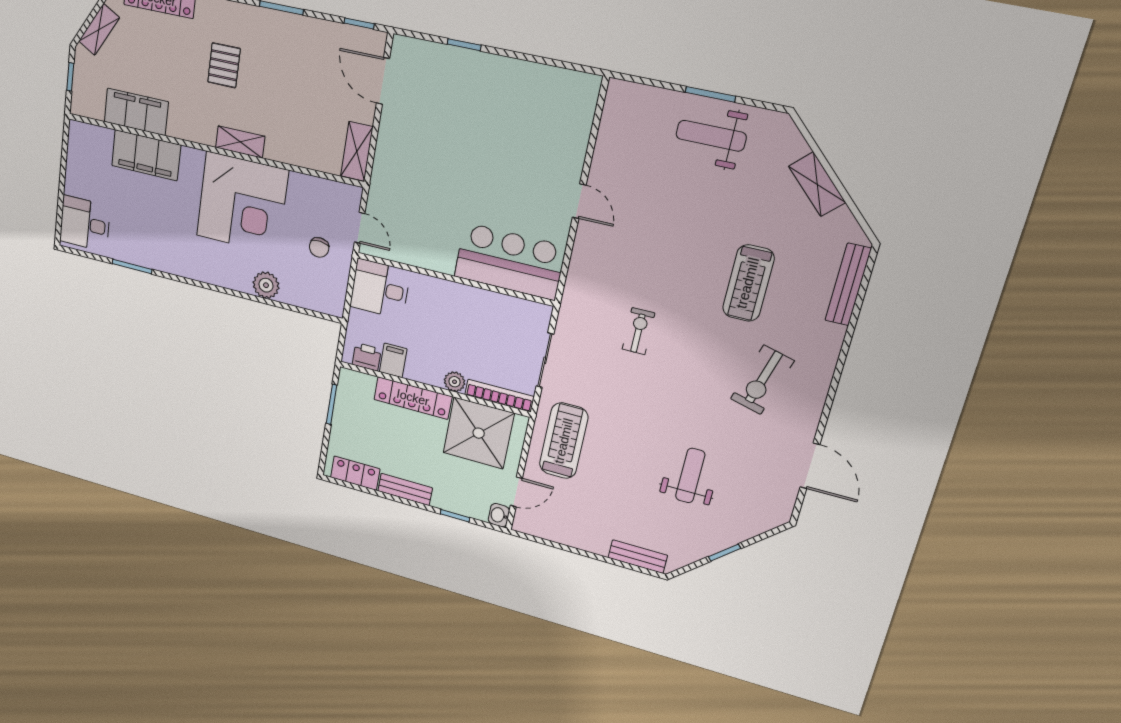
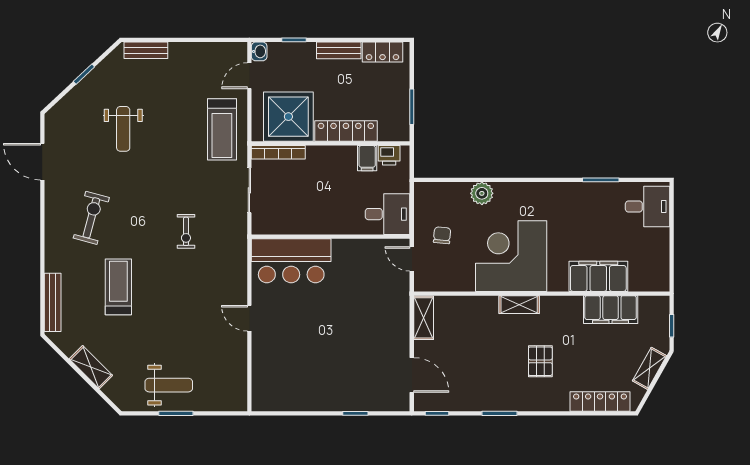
plant: (455, 382) -> (315, 154), removed

